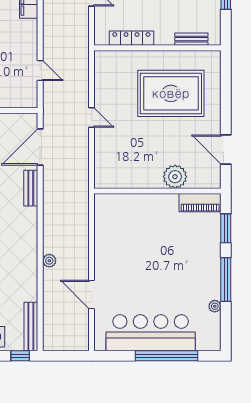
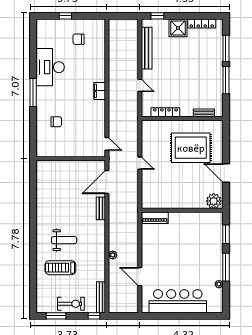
door: (40, 71) -> (107, 144), moved
door: (226, 150) -> (226, 173), moved
plant: (175, 177) -> (214, 201), moved
piano: (200, 203) -> (155, 218), moved
window: (167, 356) -> (188, 316), removed

